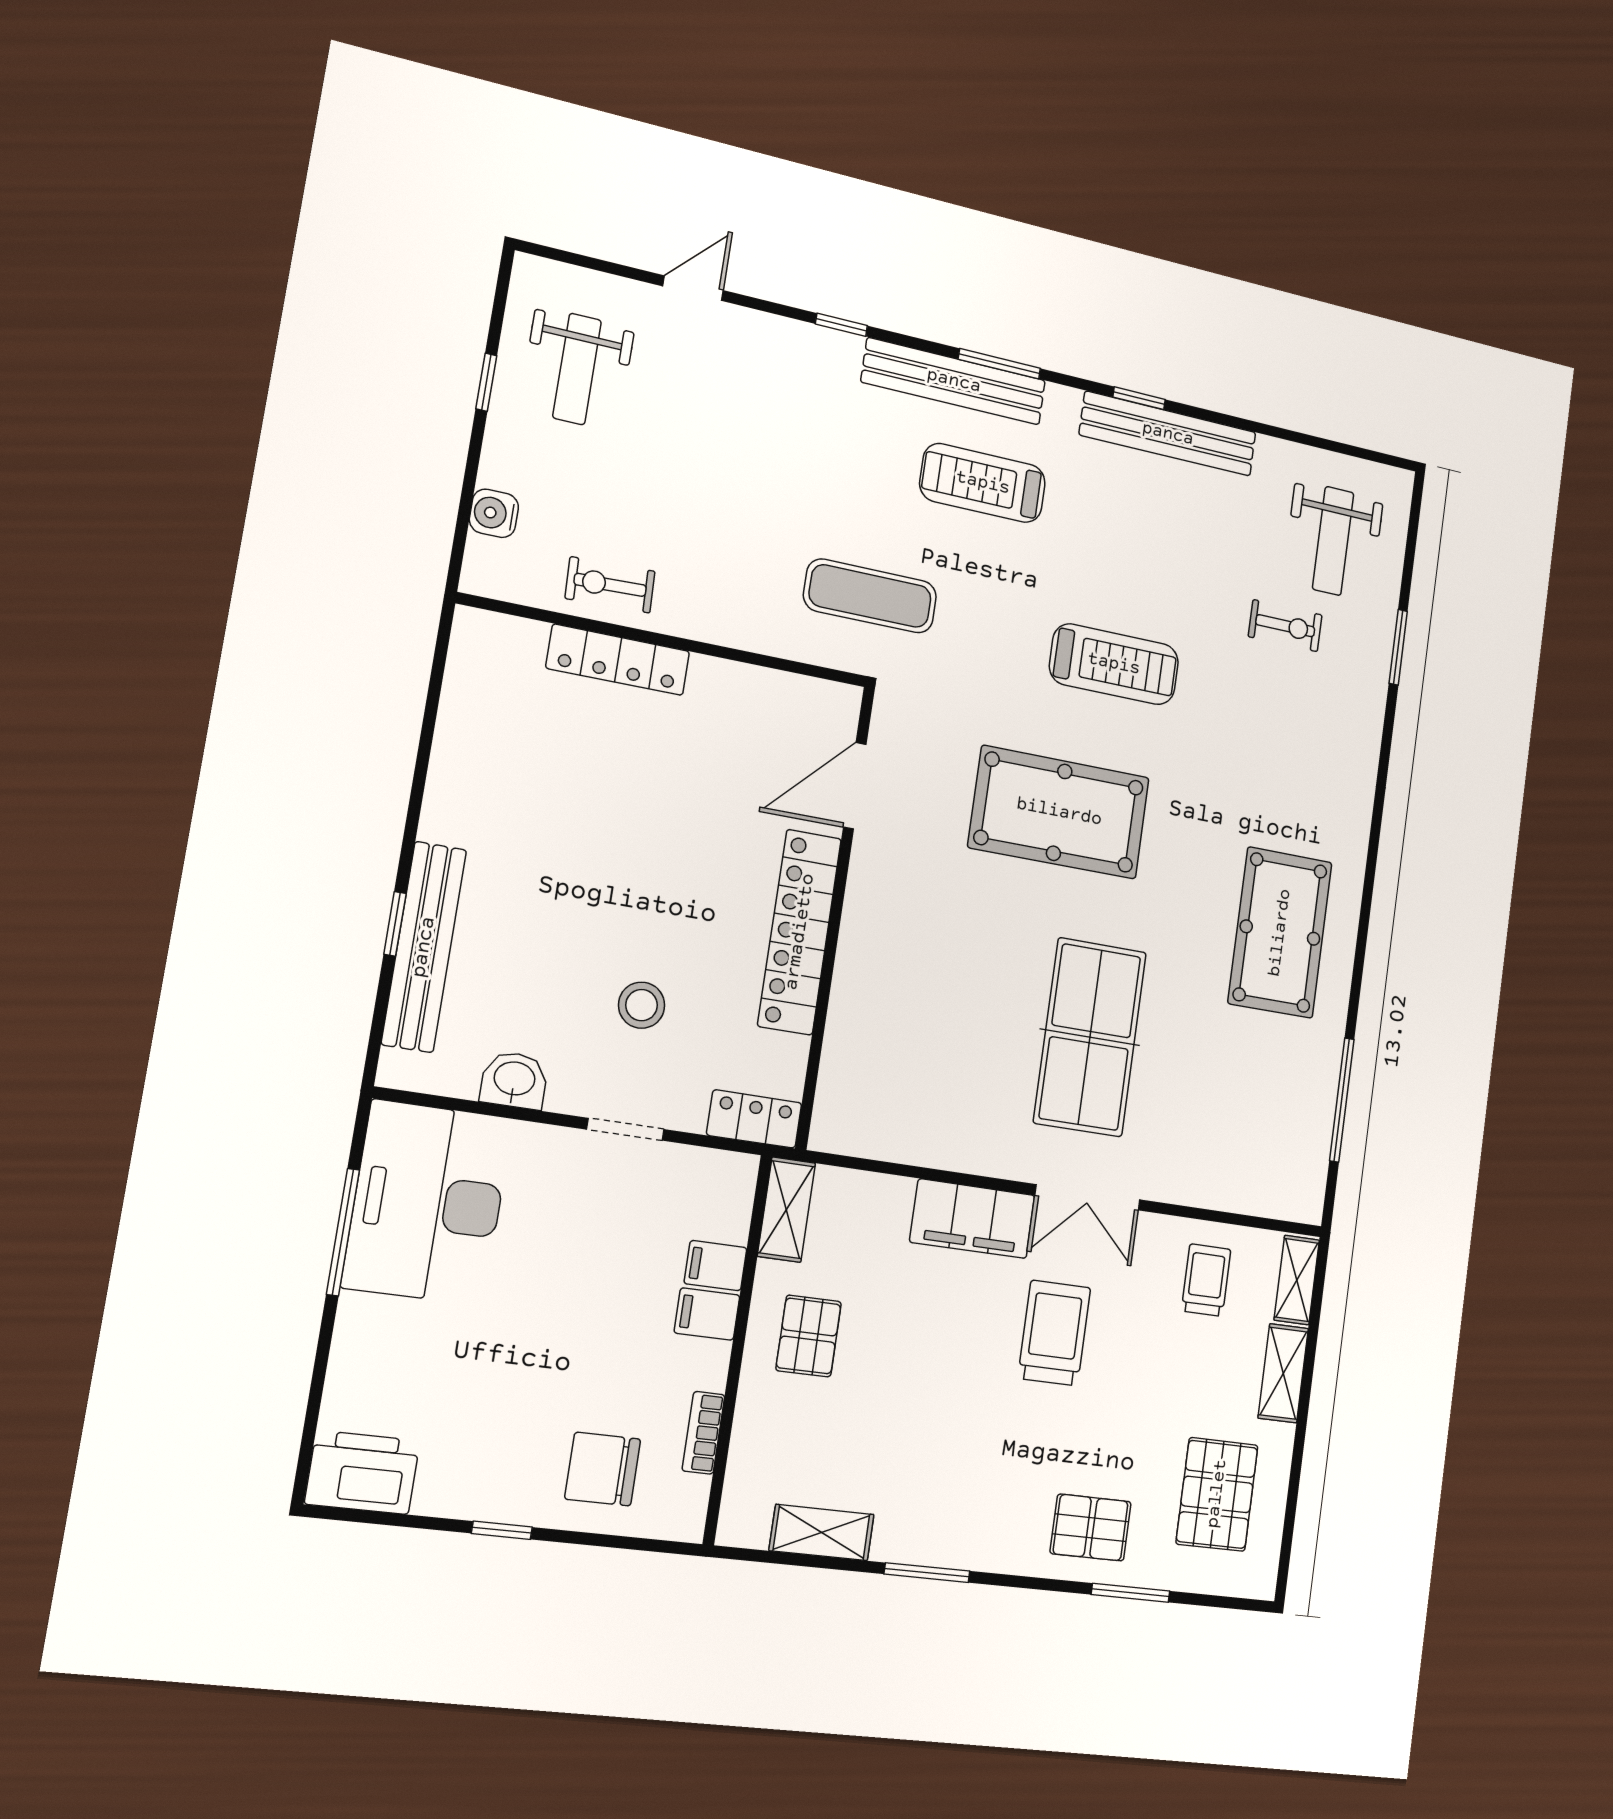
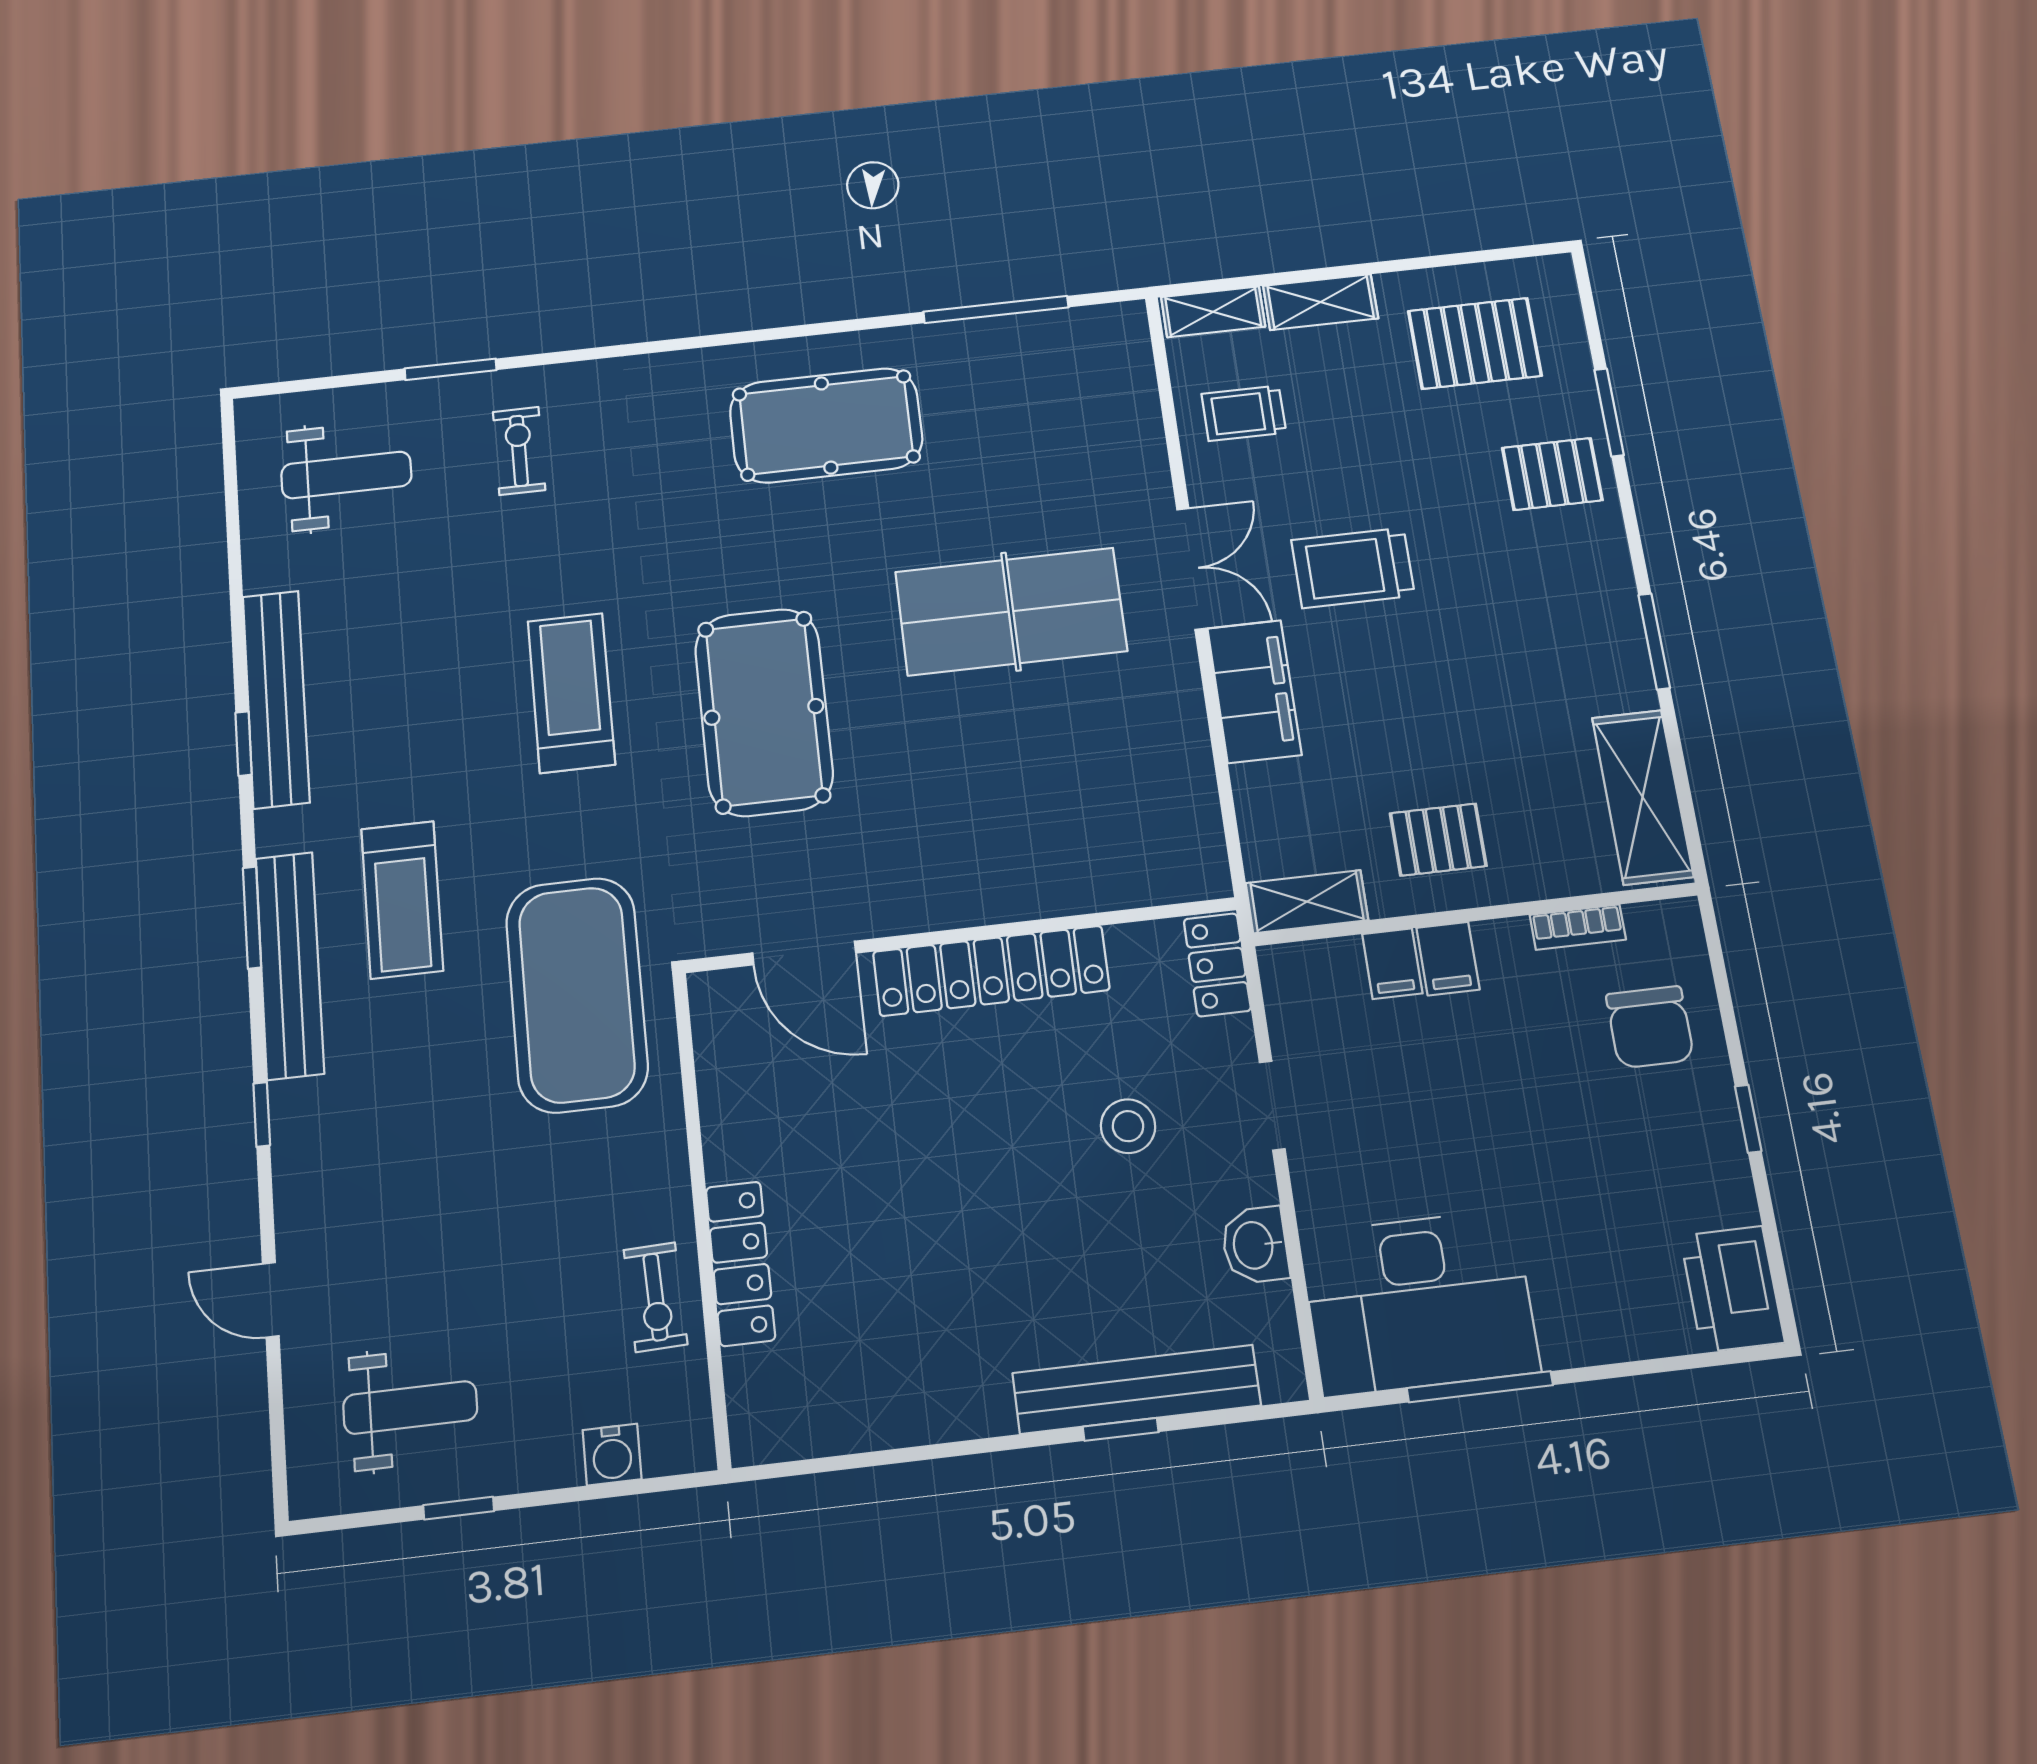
exercise mat: (870, 596) -> (577, 994), width x2.00, depth x1.45
exercise bike: (1285, 626) -> (519, 451), moved
pallet: (1091, 1528) -> (1552, 474), turned 90
shelving: (822, 1532) -> (1643, 797), width x1.50, depth x1.33

